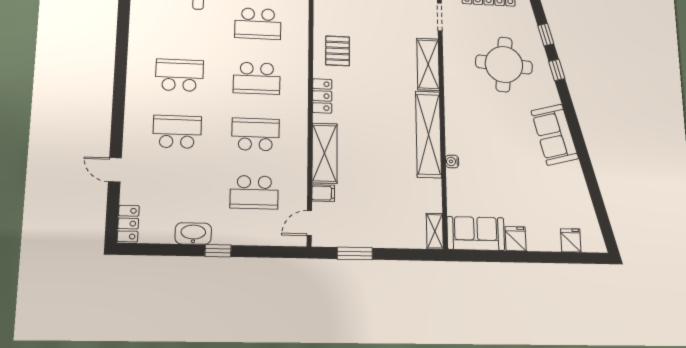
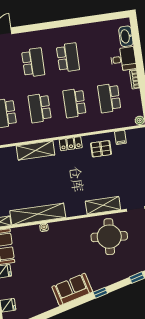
round table: (504, 64) -> (109, 237), moved
window: (557, 70) -> (100, 293), moved
school desk: (255, 134) -> (40, 108), turned 180
shelving: (428, 134) -> (38, 214), moved
filing cabinet: (323, 193) -> (120, 137), moved

